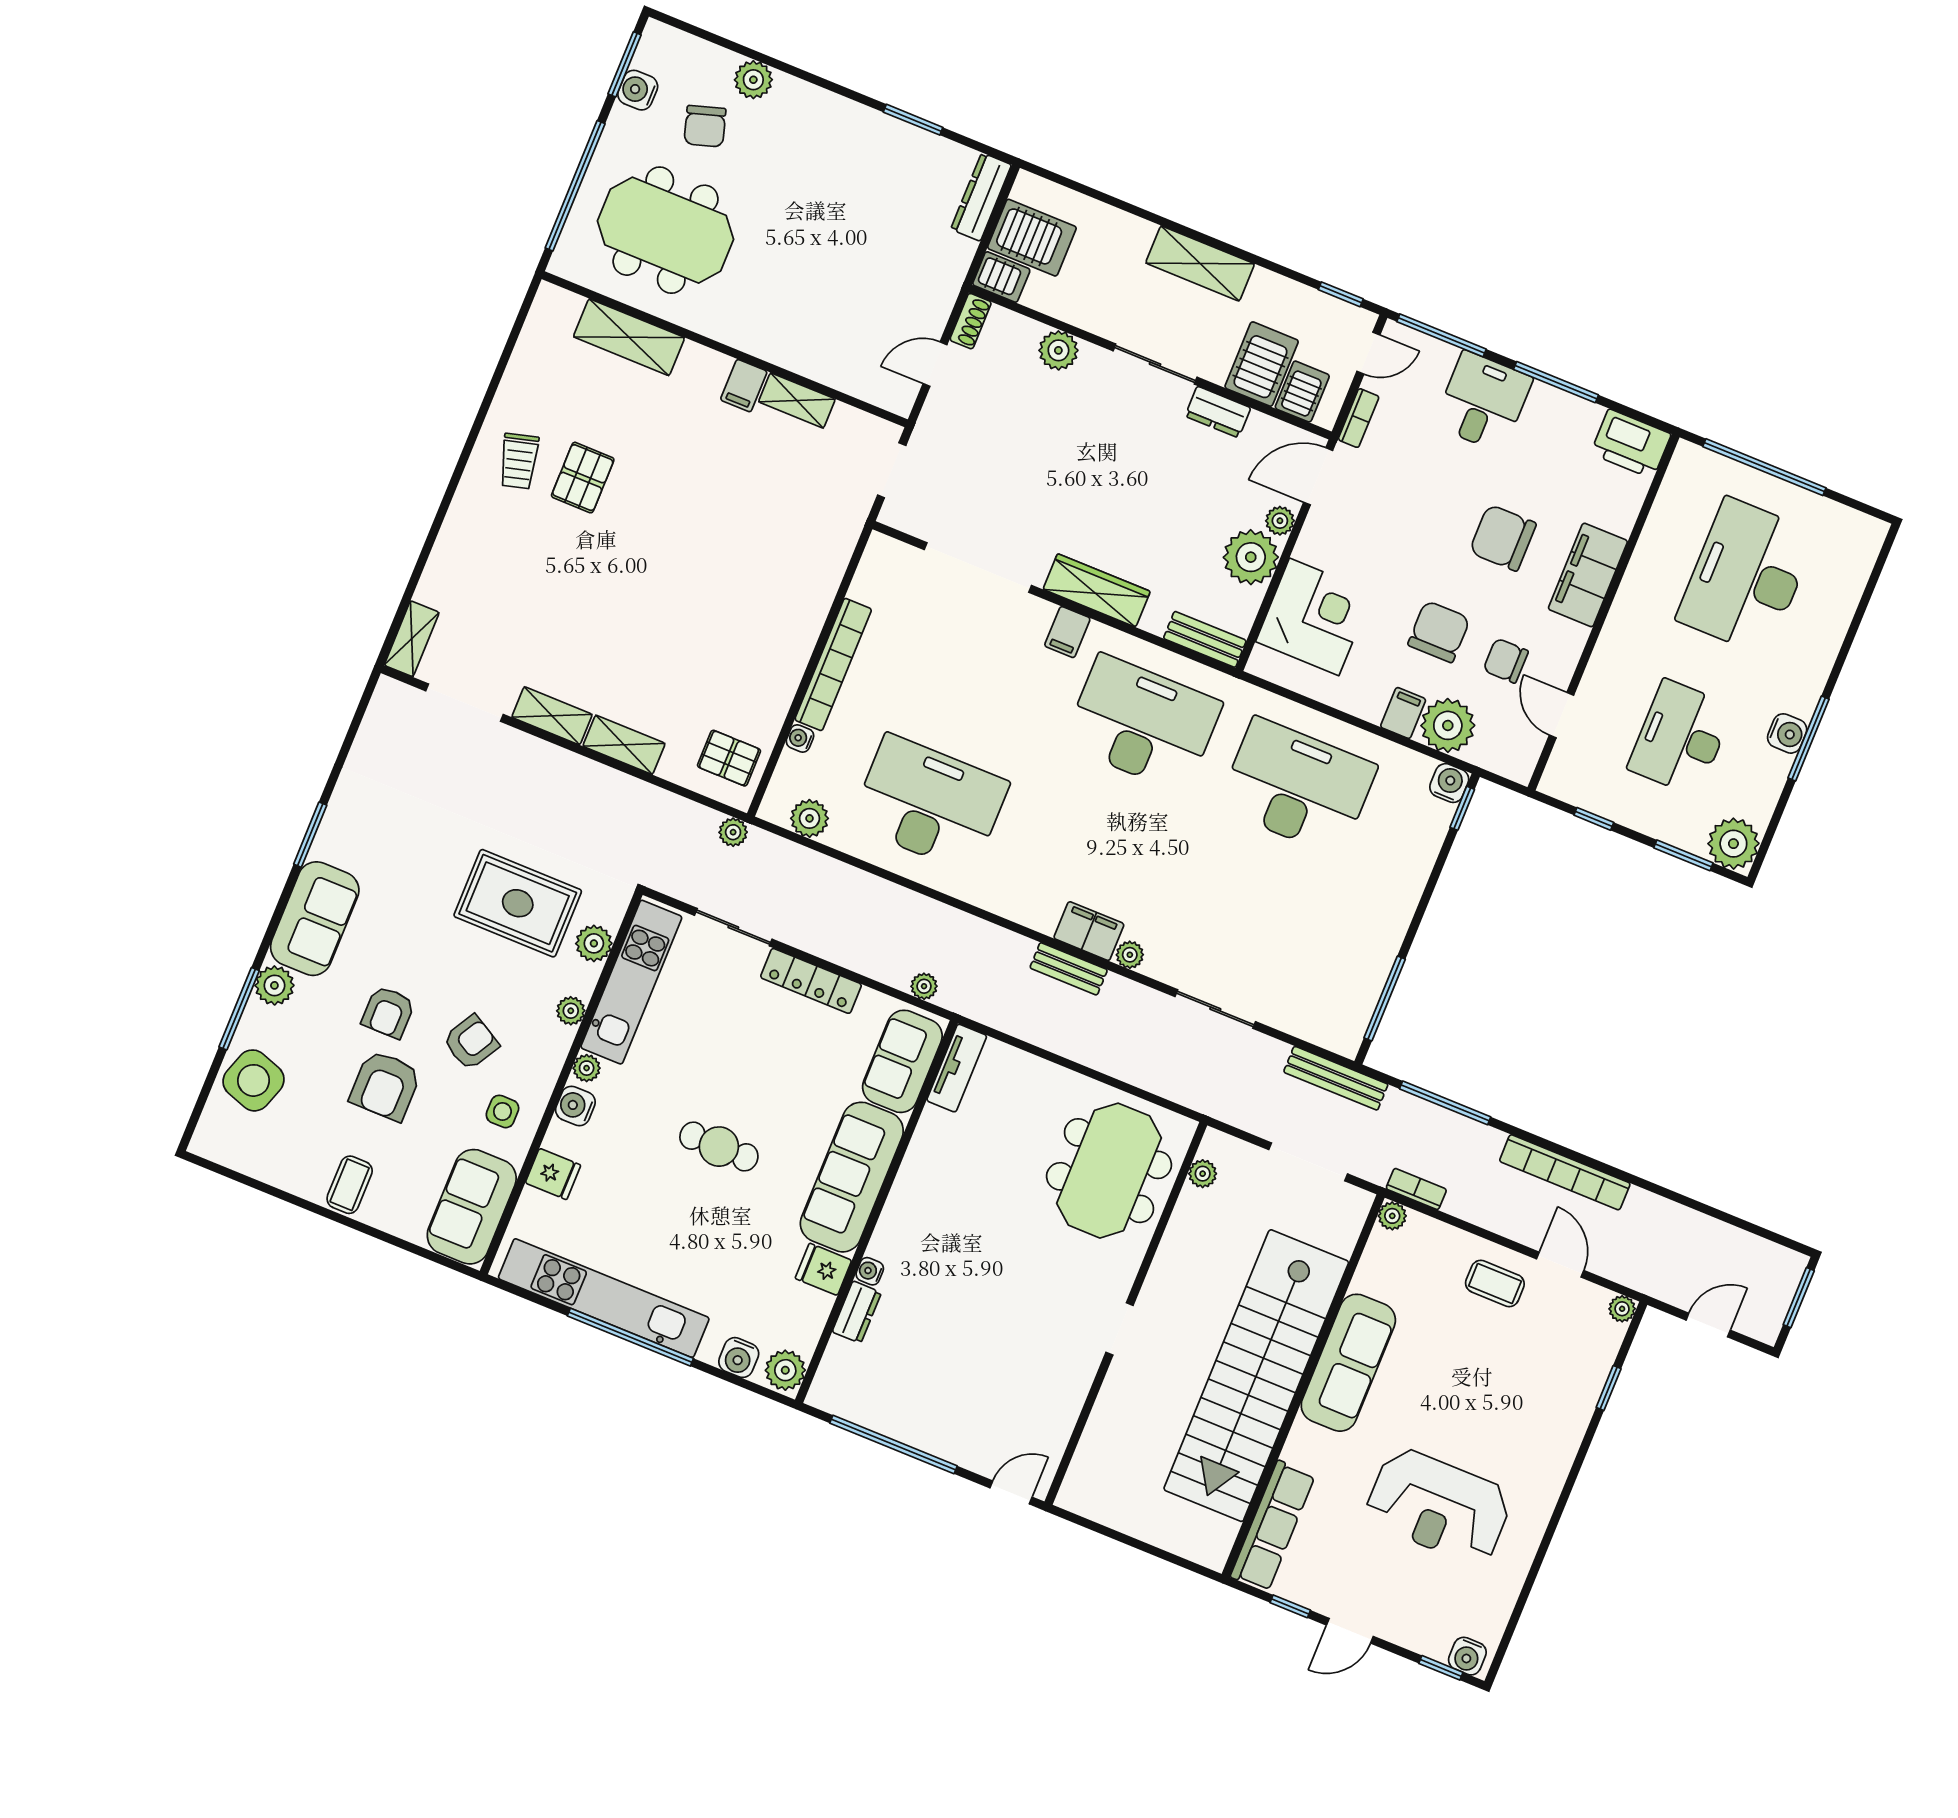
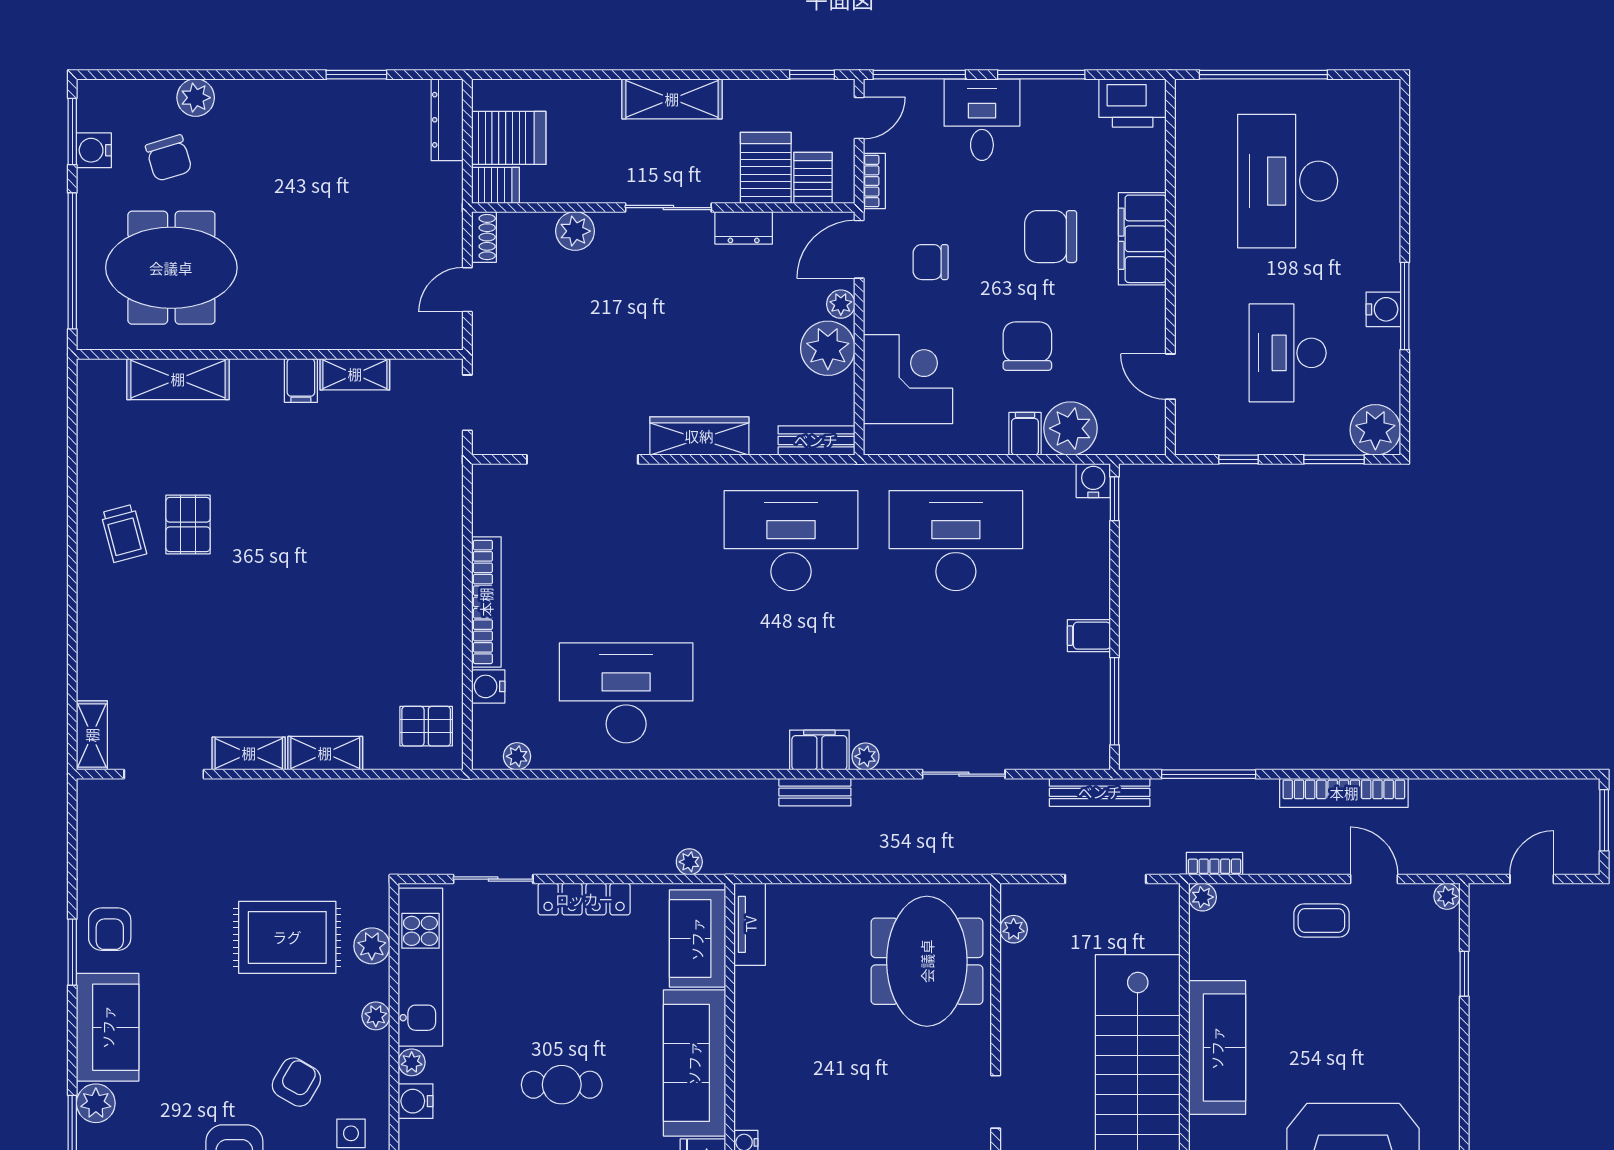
filing cabinet: (1067, 632) -> (1089, 636), moved, turned 90
chair: (1506, 661) -> (931, 262), moved
water cooler: (800, 738) -> (488, 686), width x1.38, depth x1.38
plant: (810, 818) -> (517, 756), width x0.73, depth x0.73
plant: (733, 832) -> (457, 792), removed
armchair: (388, 1012) -> (110, 929), moved

